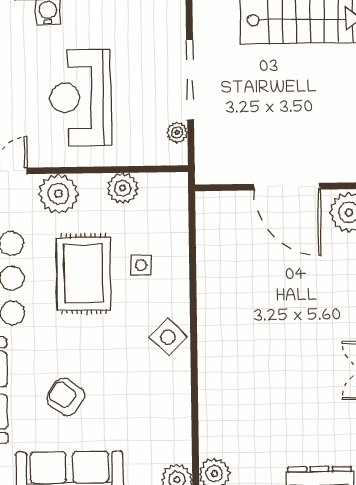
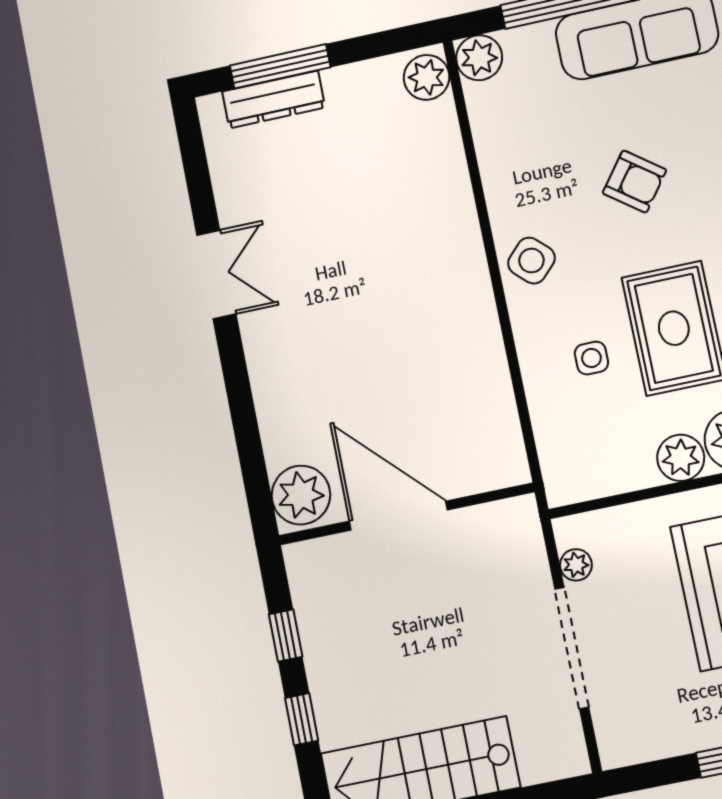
plant: (123, 188) -> (681, 458), moved
armchair: (66, 397) -> (635, 182), moved

